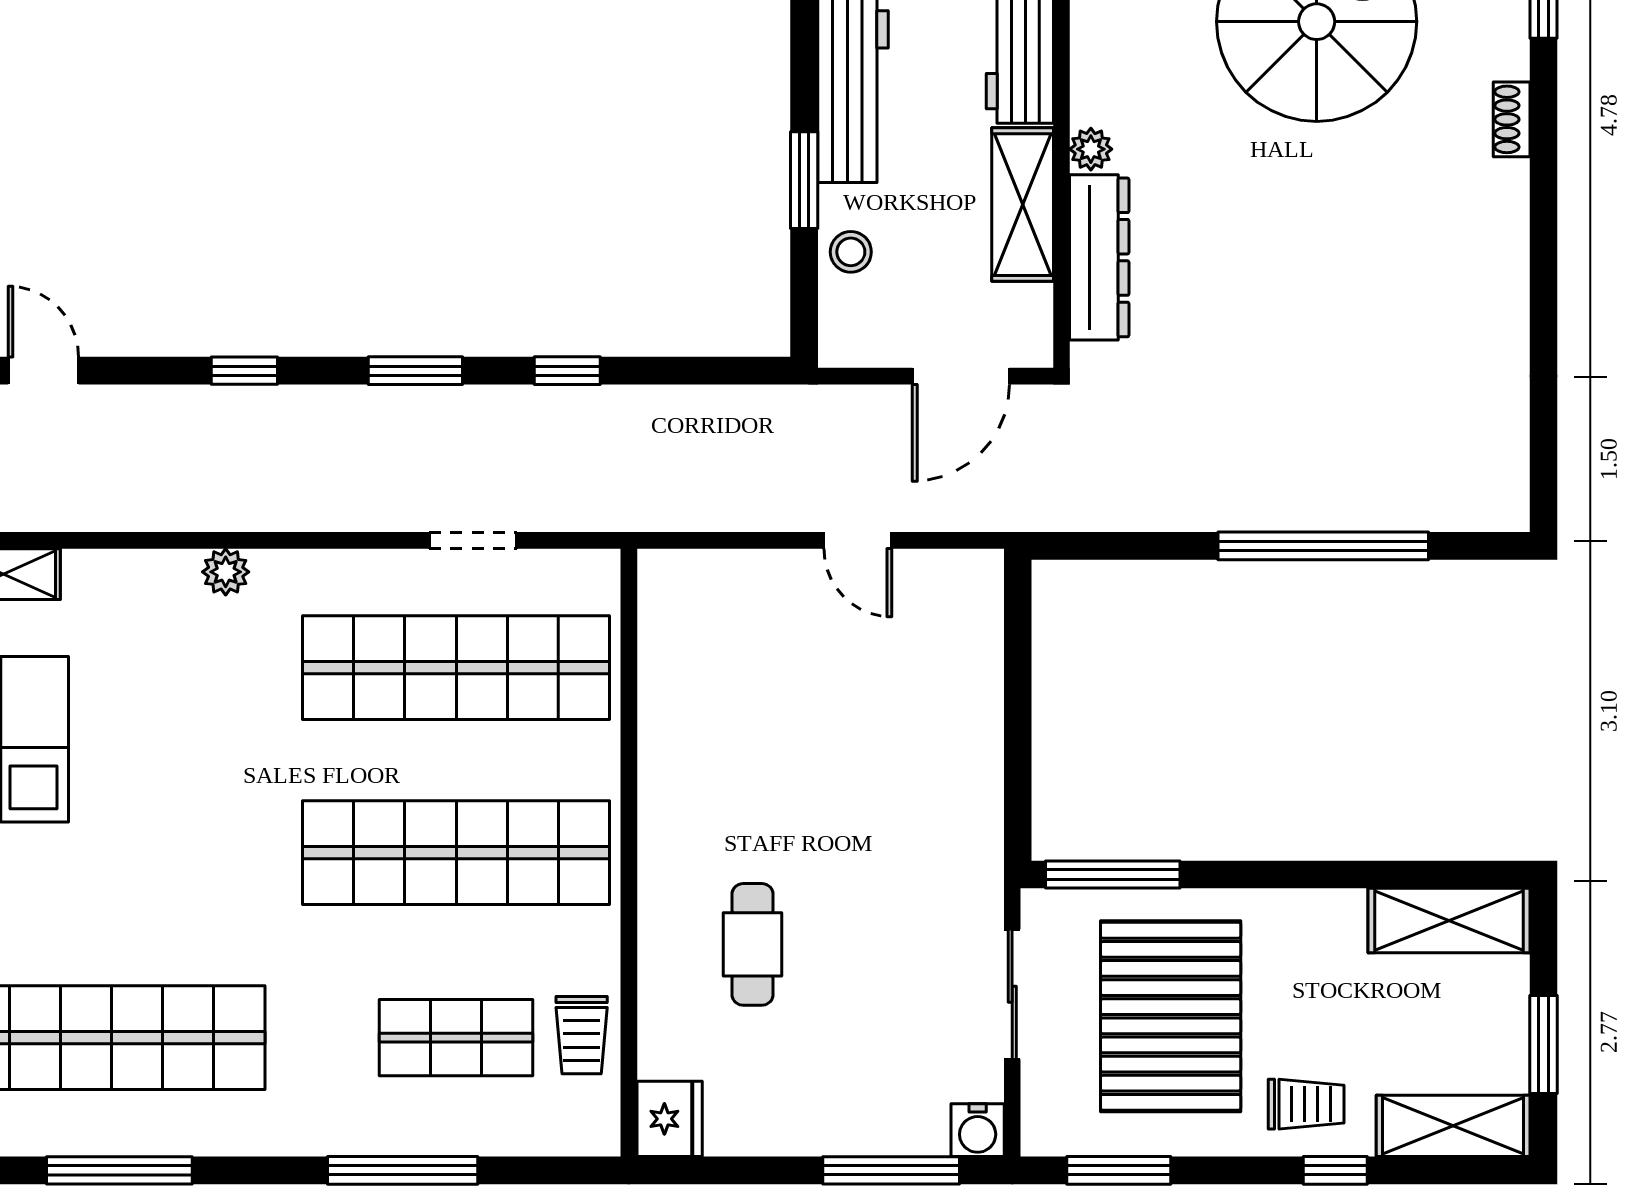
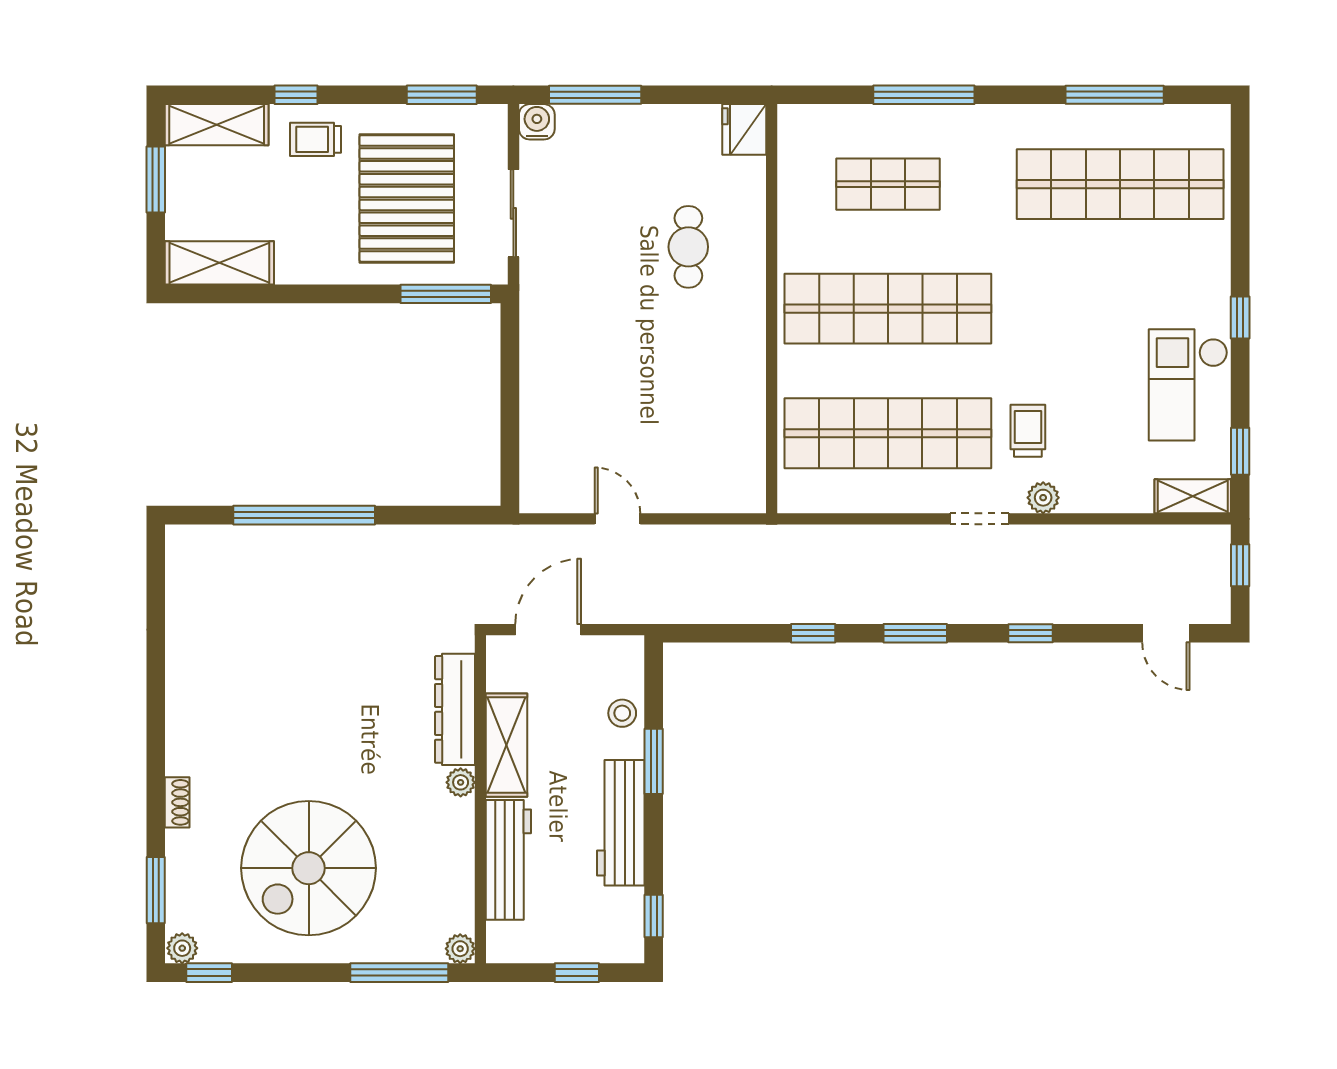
doorway: (473, 540) -> (979, 519), moved
trolley: (582, 1035) -> (1028, 431), moved

